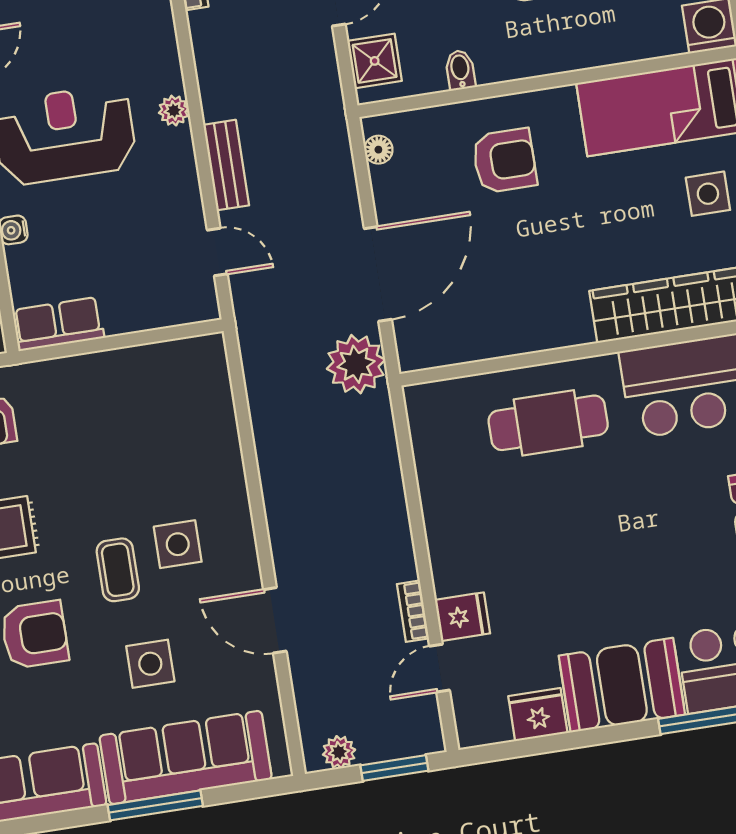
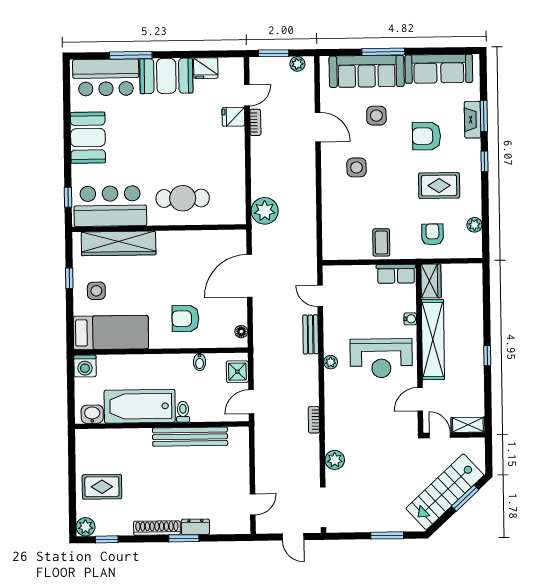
plant: (356, 364) -> (265, 211), moved
coffee table: (118, 570) -> (381, 242), moved

